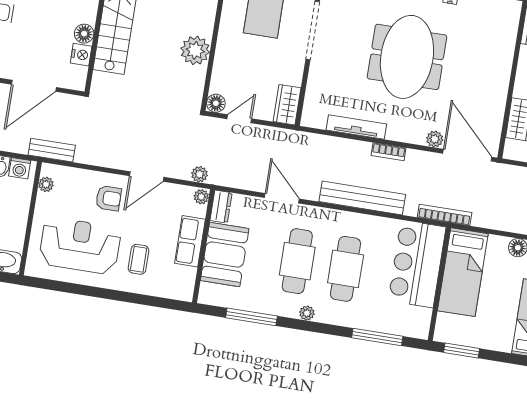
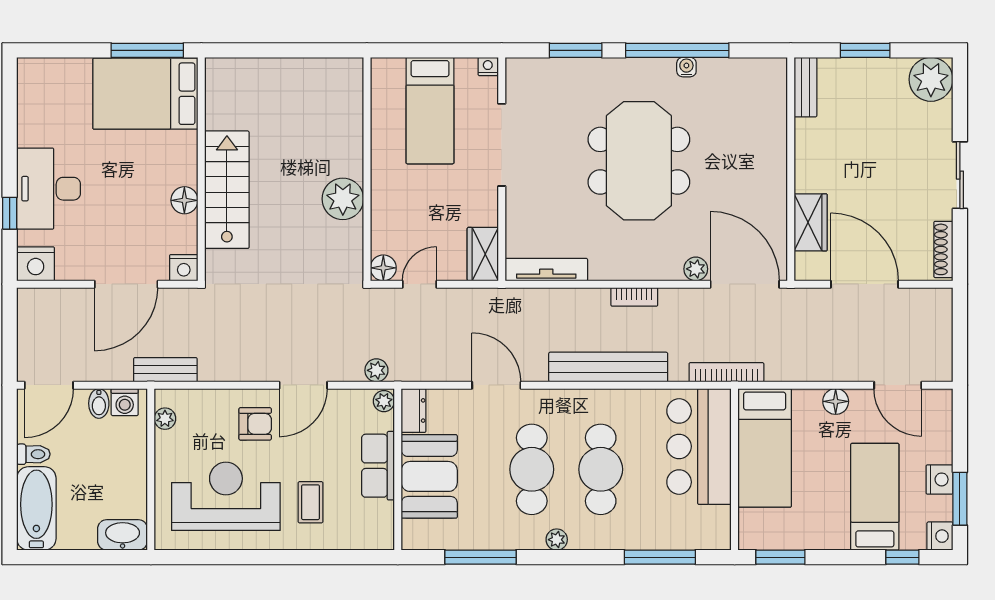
nightstand: (81, 55) -> (184, 268), moved, turned 90
tv unit: (356, 127) -> (546, 270), moved

